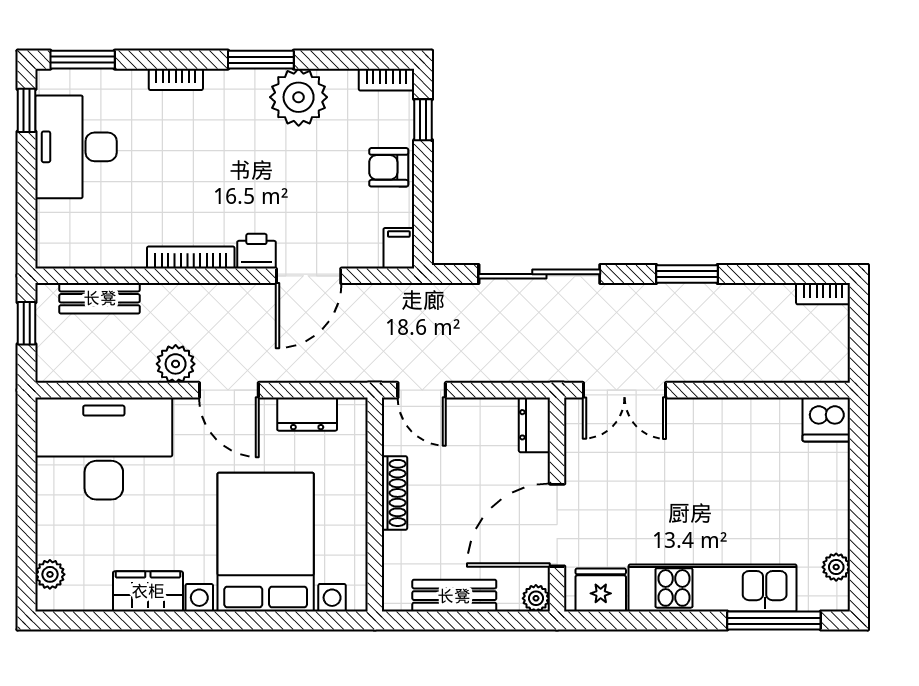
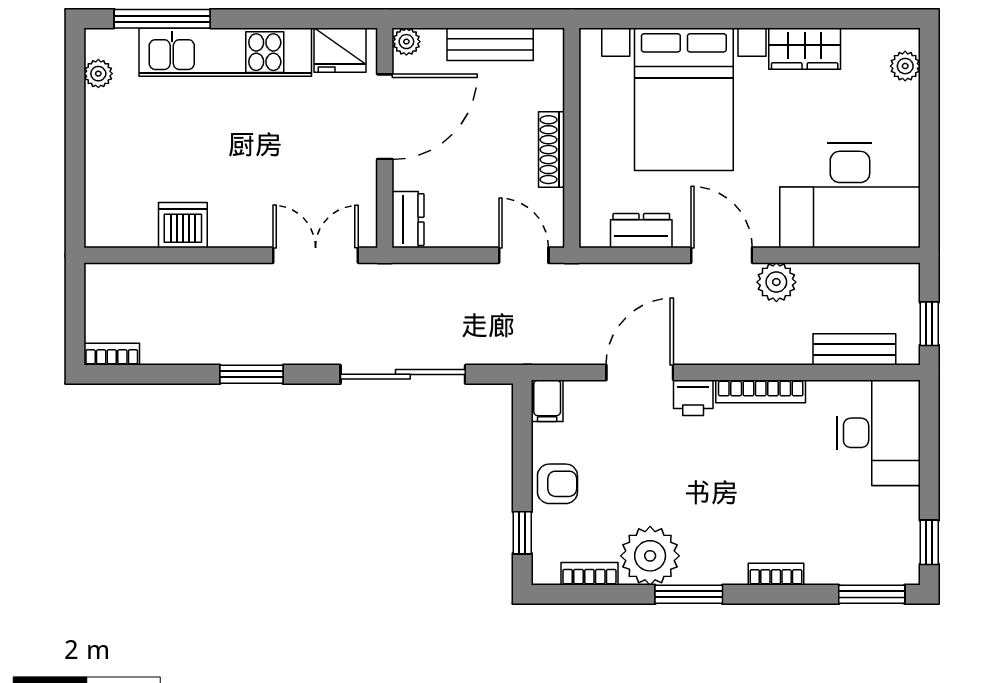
bookcase: (386, 80) -> (589, 574), moved
desk: (76, 147) -> (878, 433), moved
dishwasher: (826, 419) -> (183, 225), moved

